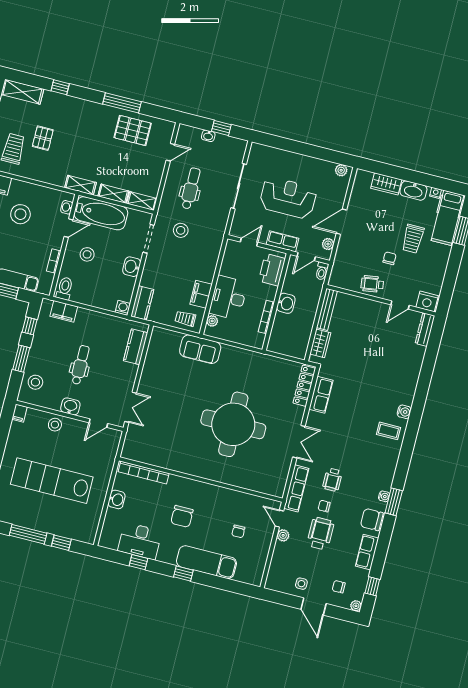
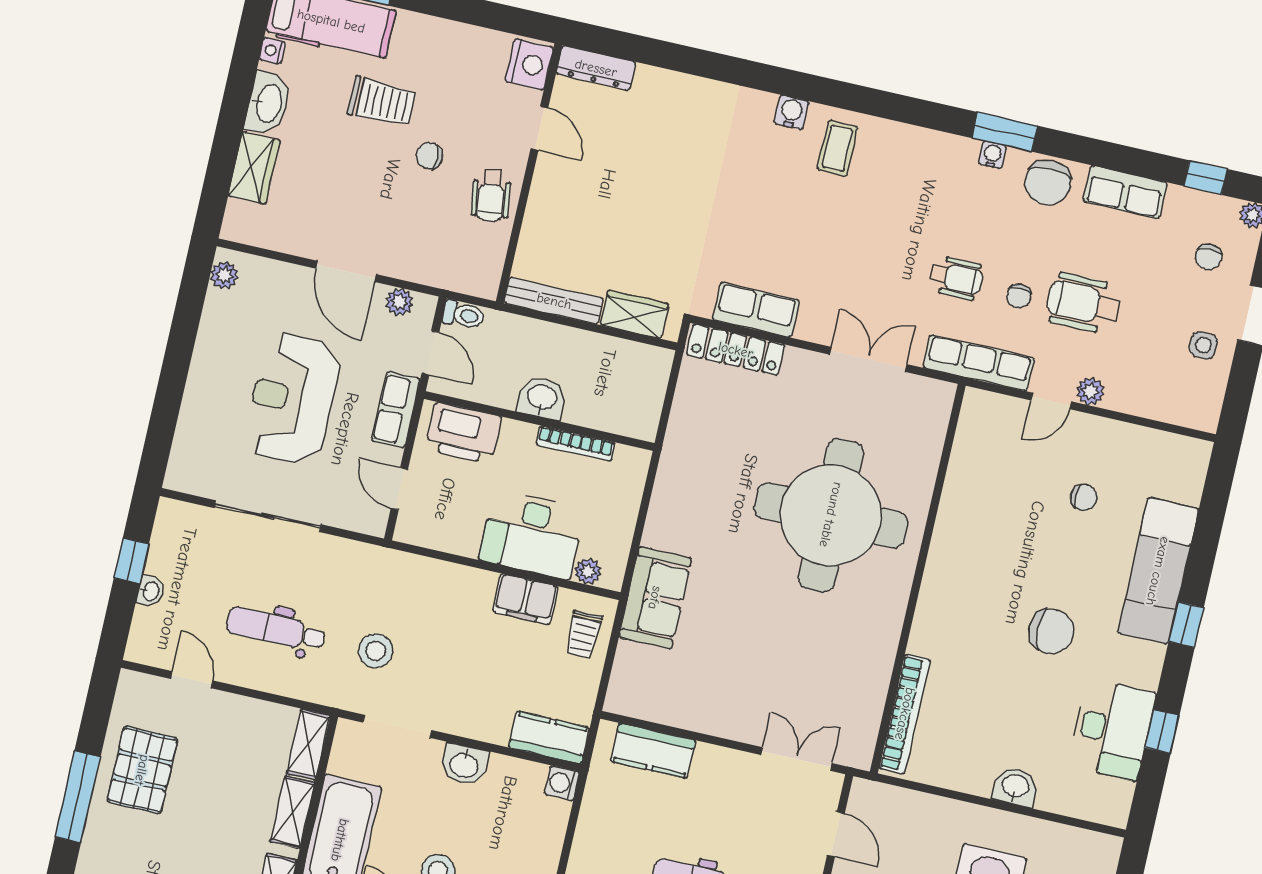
bookcase: (144, 473) -> (905, 714), moved
wall: (201, 480) -> (918, 579), moved

